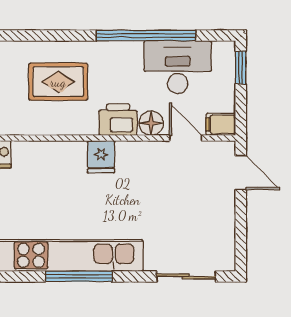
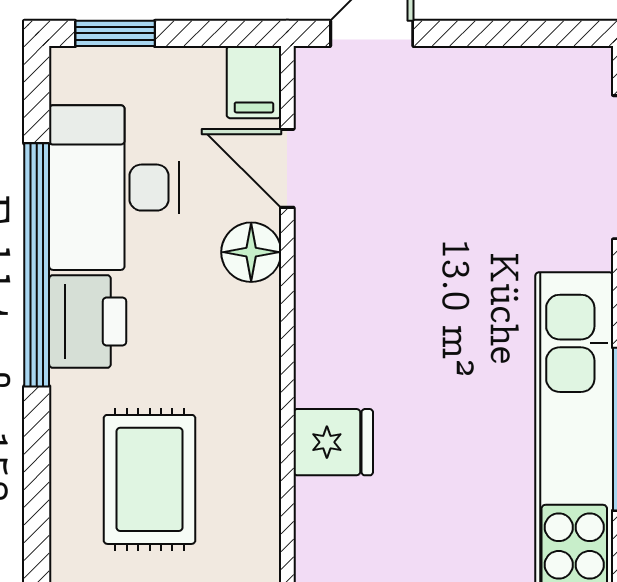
printer: (118, 120) -> (88, 322), moved, turned 180
door: (186, 138) -> (287, 168), hinge flipped
fridge: (101, 157) -> (333, 442), moved

